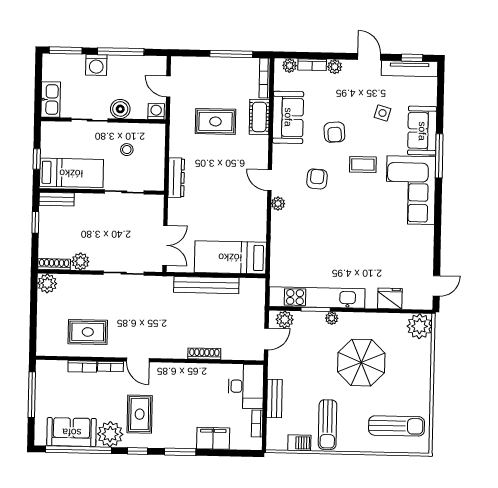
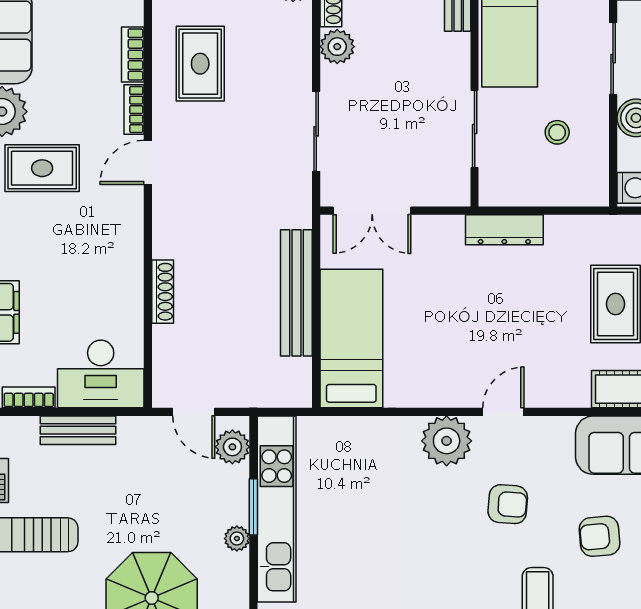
plant: (278, 204) -> (447, 441), width x1.87, depth x1.87

